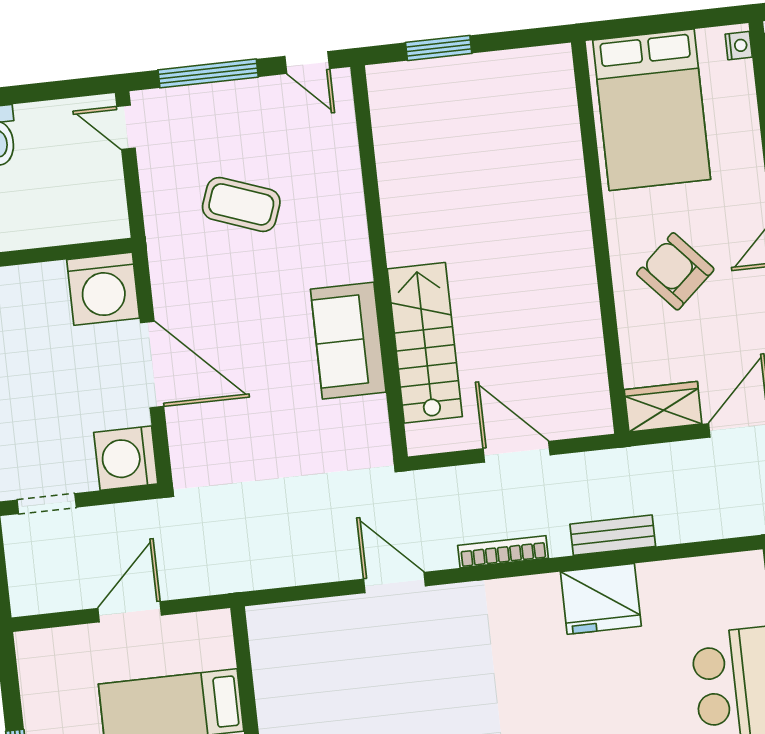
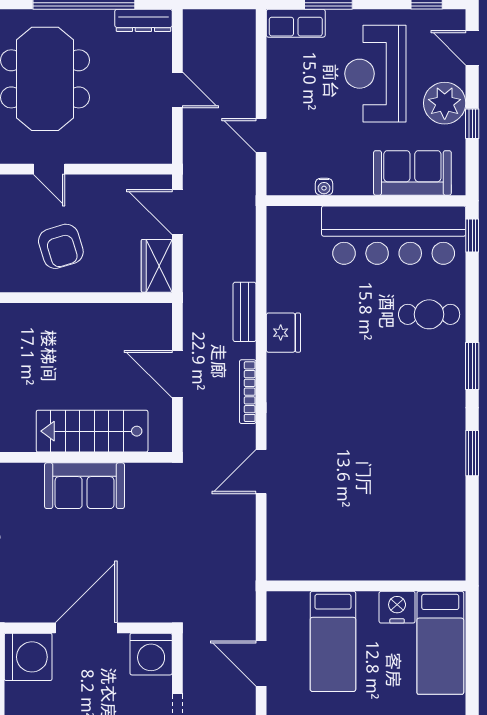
armchair: (675, 271) -> (61, 246), turned -65
door: (517, 452) -> (177, 374), hinge flipped
fridge: (601, 599) -> (283, 333), width x0.73, depth x0.75

